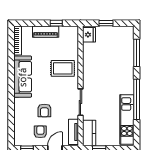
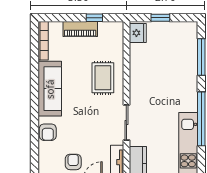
rug: (63, 68) -> (103, 78), turned 90
armchair: (44, 110) -> (48, 132), moved

